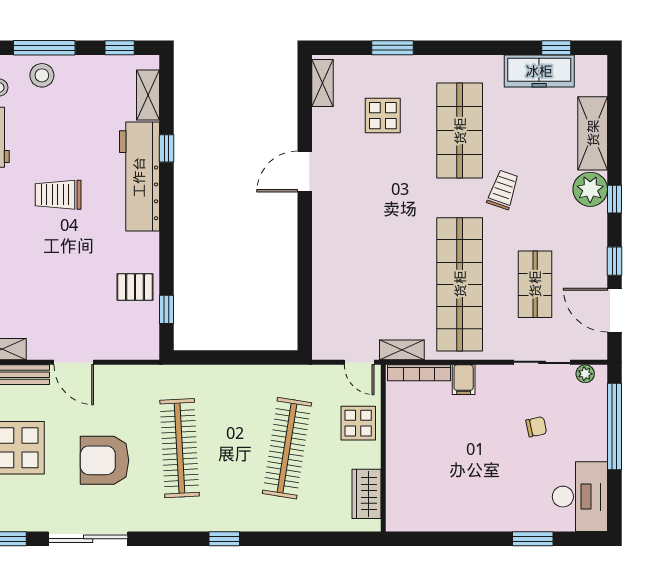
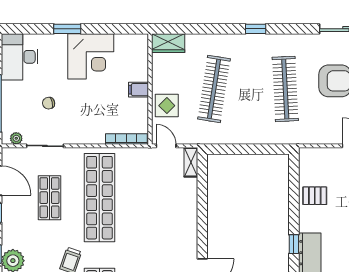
window: (166, 309) -> (294, 244), moved
shelving: (402, 350) -> (191, 162), moved, turned 90
filing cabinet: (464, 380) -> (139, 90), moved, turned -90
wardrobe: (367, 494) -> (168, 43), moved, turned 90
corner desk: (473, 497) -> (91, 56), added
window: (533, 539) -> (67, 29), moved

